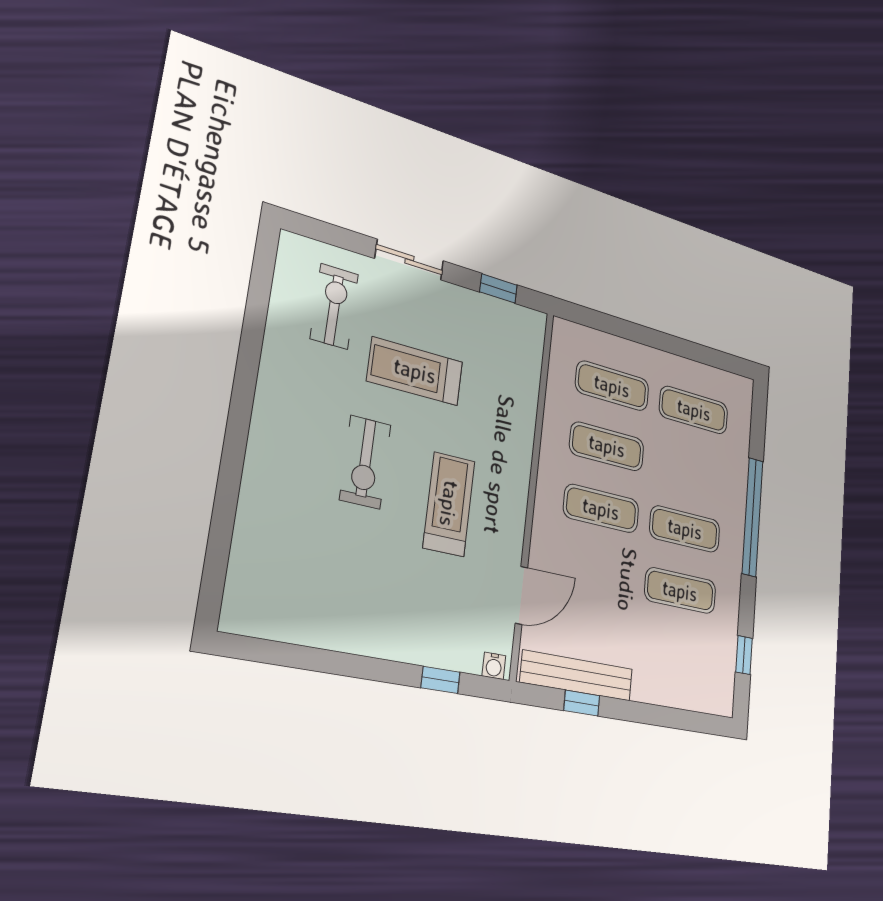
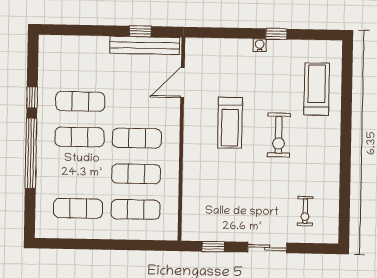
exercise bike: (334, 306) -> (305, 211), width x0.73, depth x0.72
treadmill: (415, 371) -> (317, 89), moved, turned -90
exercise bike: (365, 462) -> (279, 135), turned 180
window: (744, 655) -> (32, 97), moved
water cooler: (494, 666) -> (260, 45), moved
window: (440, 680) -> (276, 34), moved

